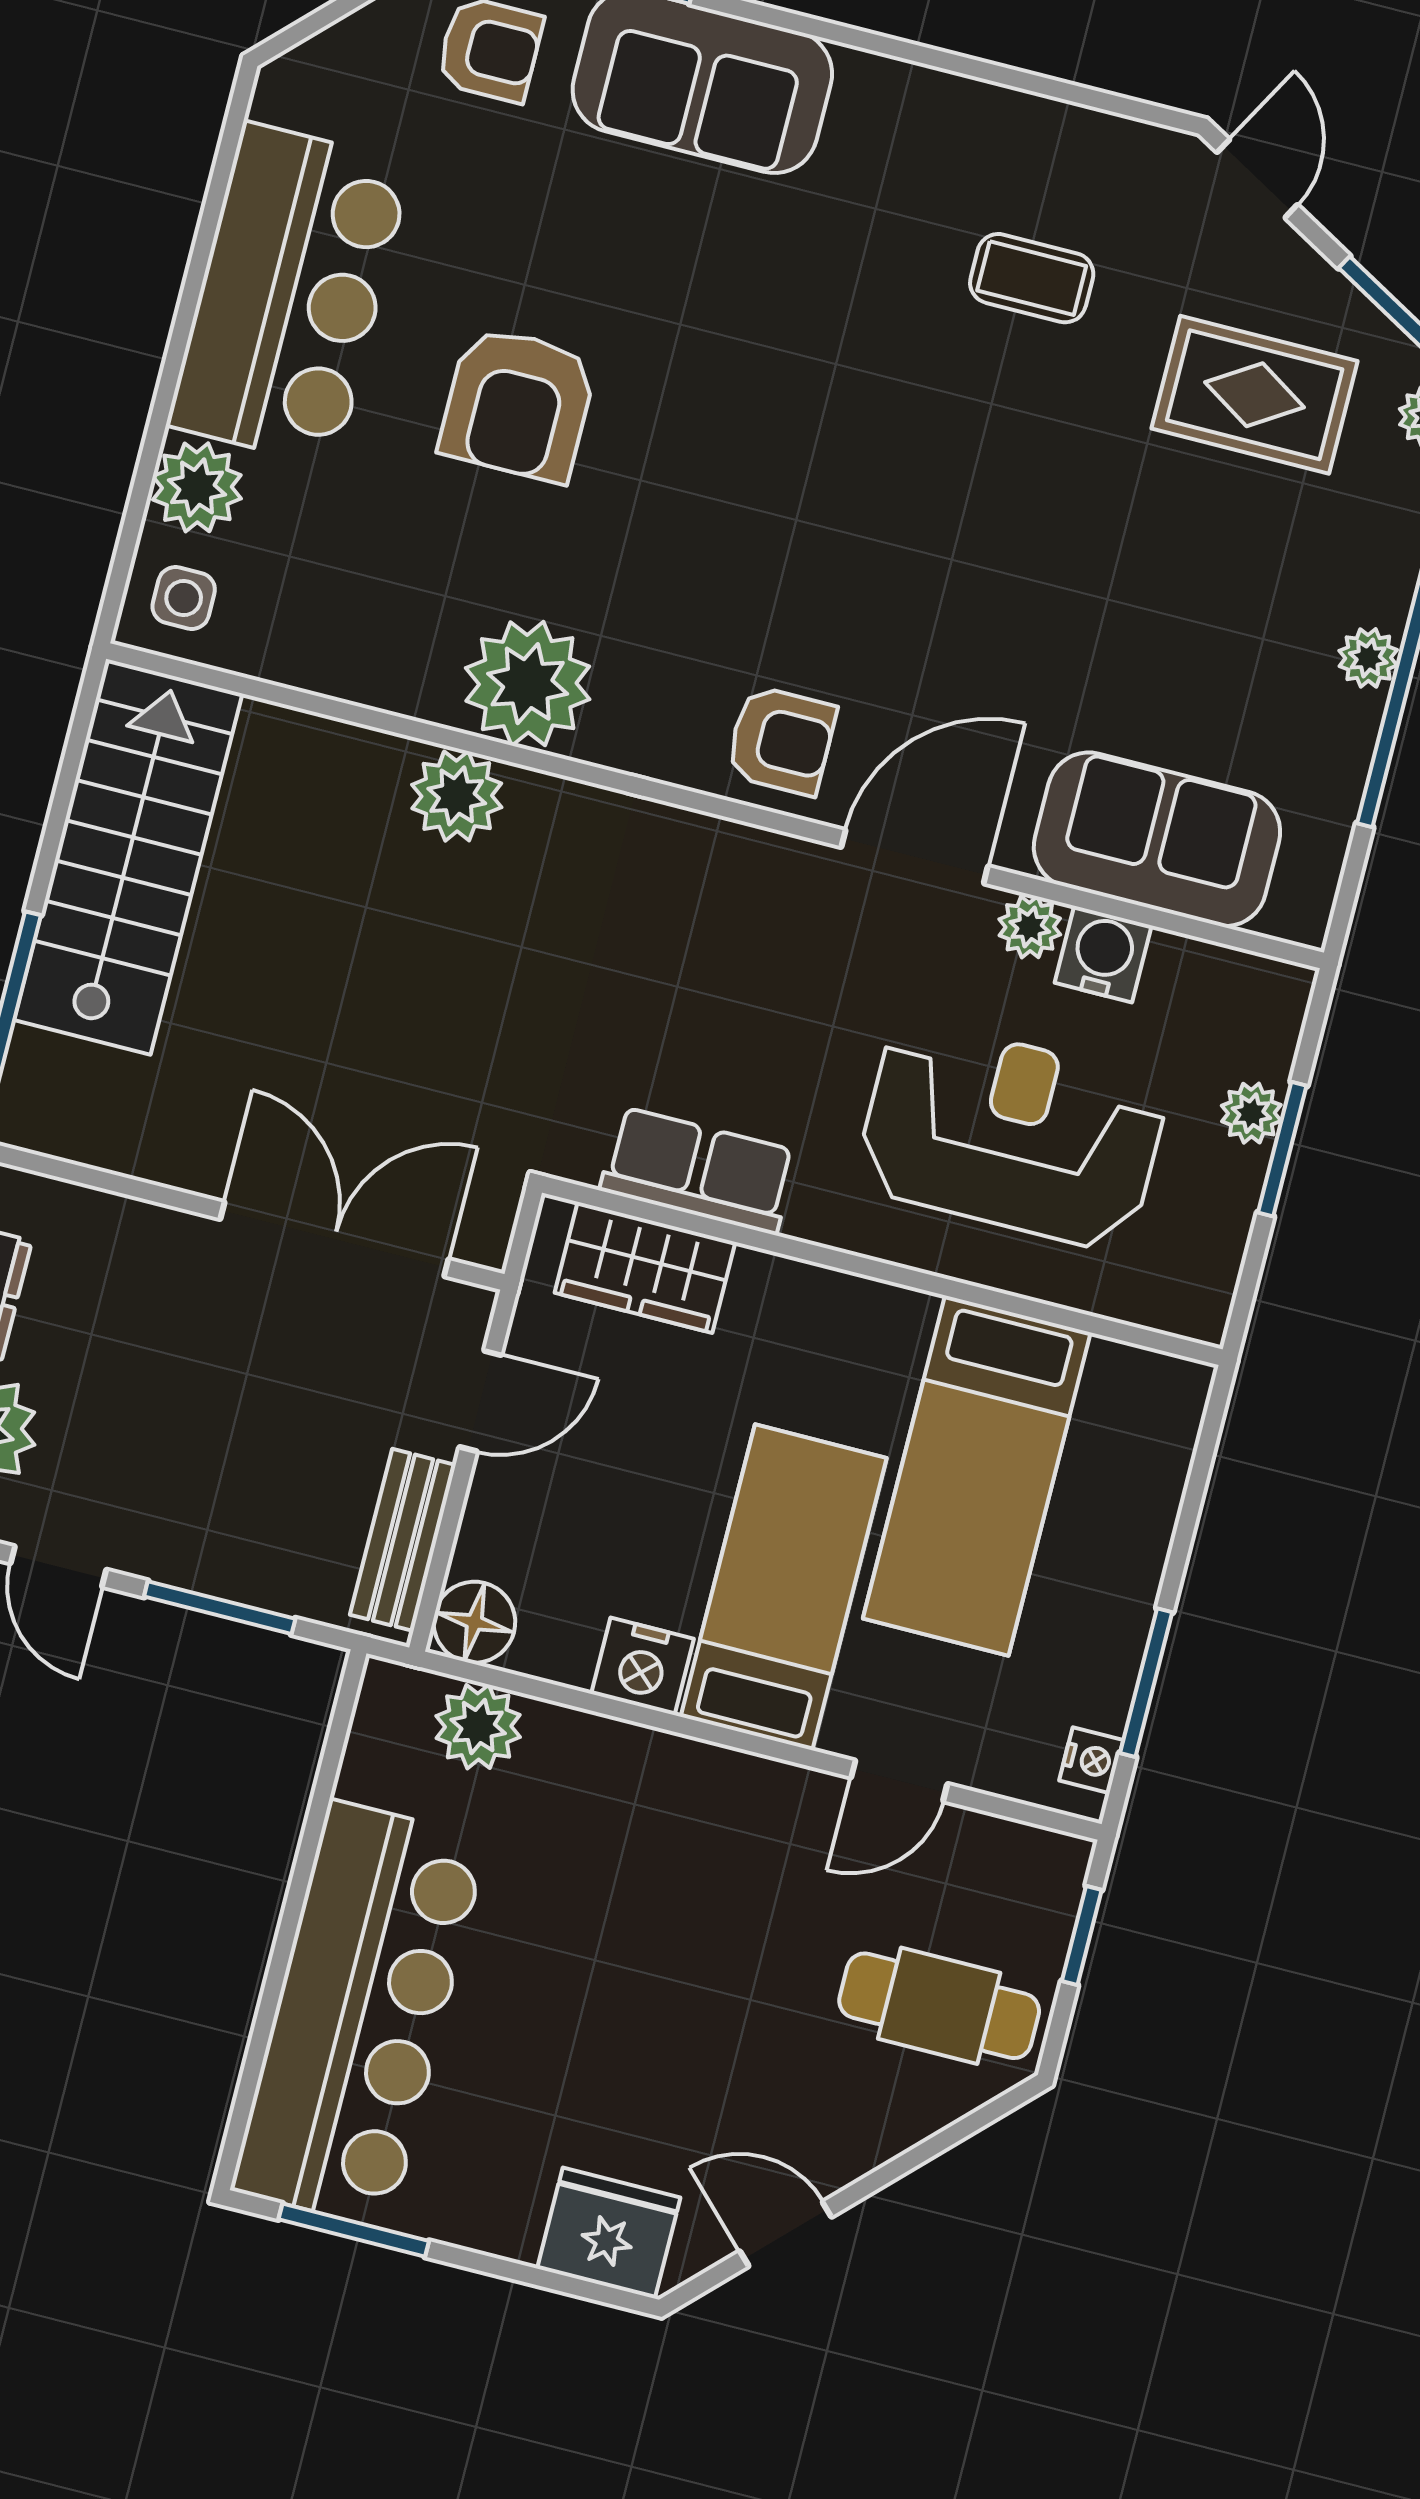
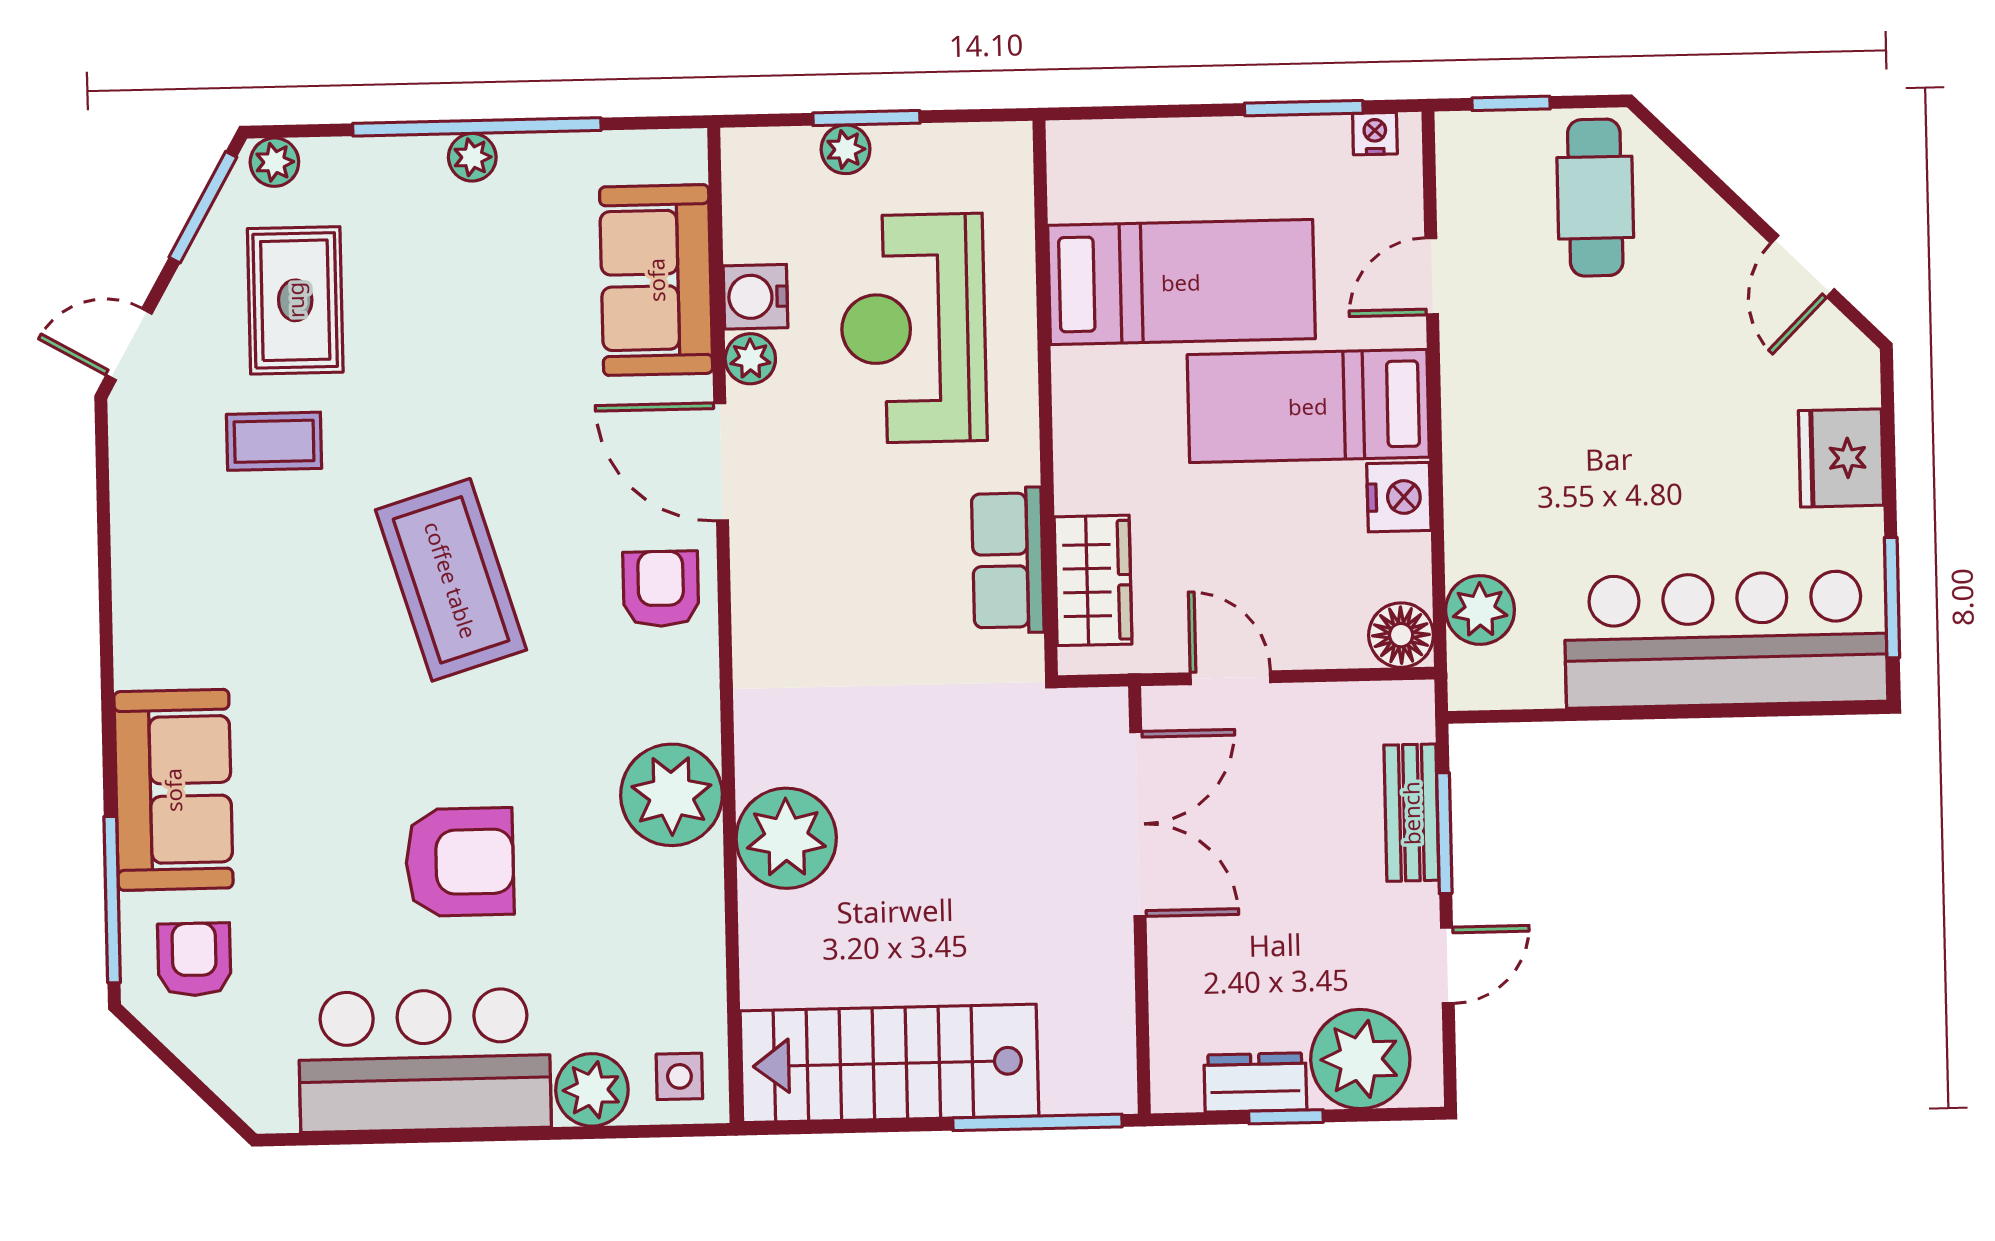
coffee table: (1032, 278) -> (274, 441), moved, turned 90
coffee table: (863, 489) -> (451, 580), added
plant: (457, 796) -> (786, 838), width x1.36, depth x1.36
double door: (334, 1239) -> (1138, 824), swing flipped
bench: (403, 1540) -> (1411, 813), moved, turned 90
door: (899, 1781) -> (1432, 276), swing flipped
fridge: (609, 2233) -> (1841, 458), moved

